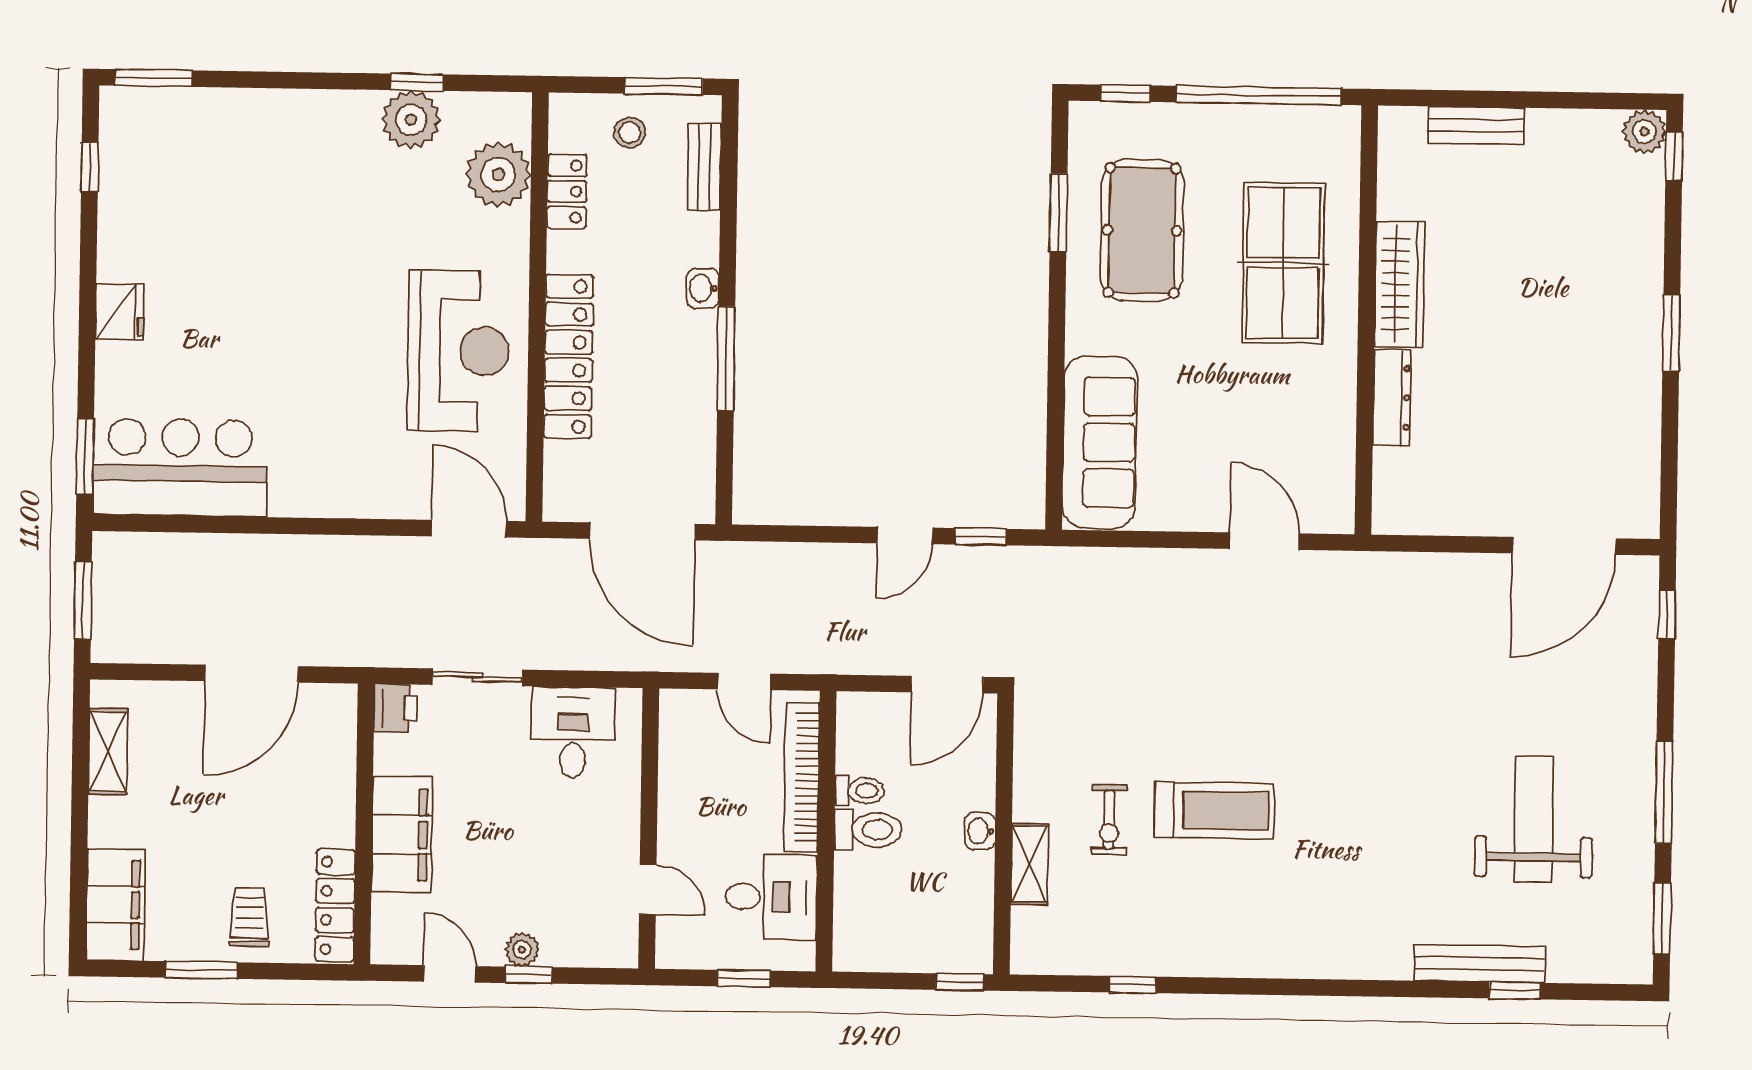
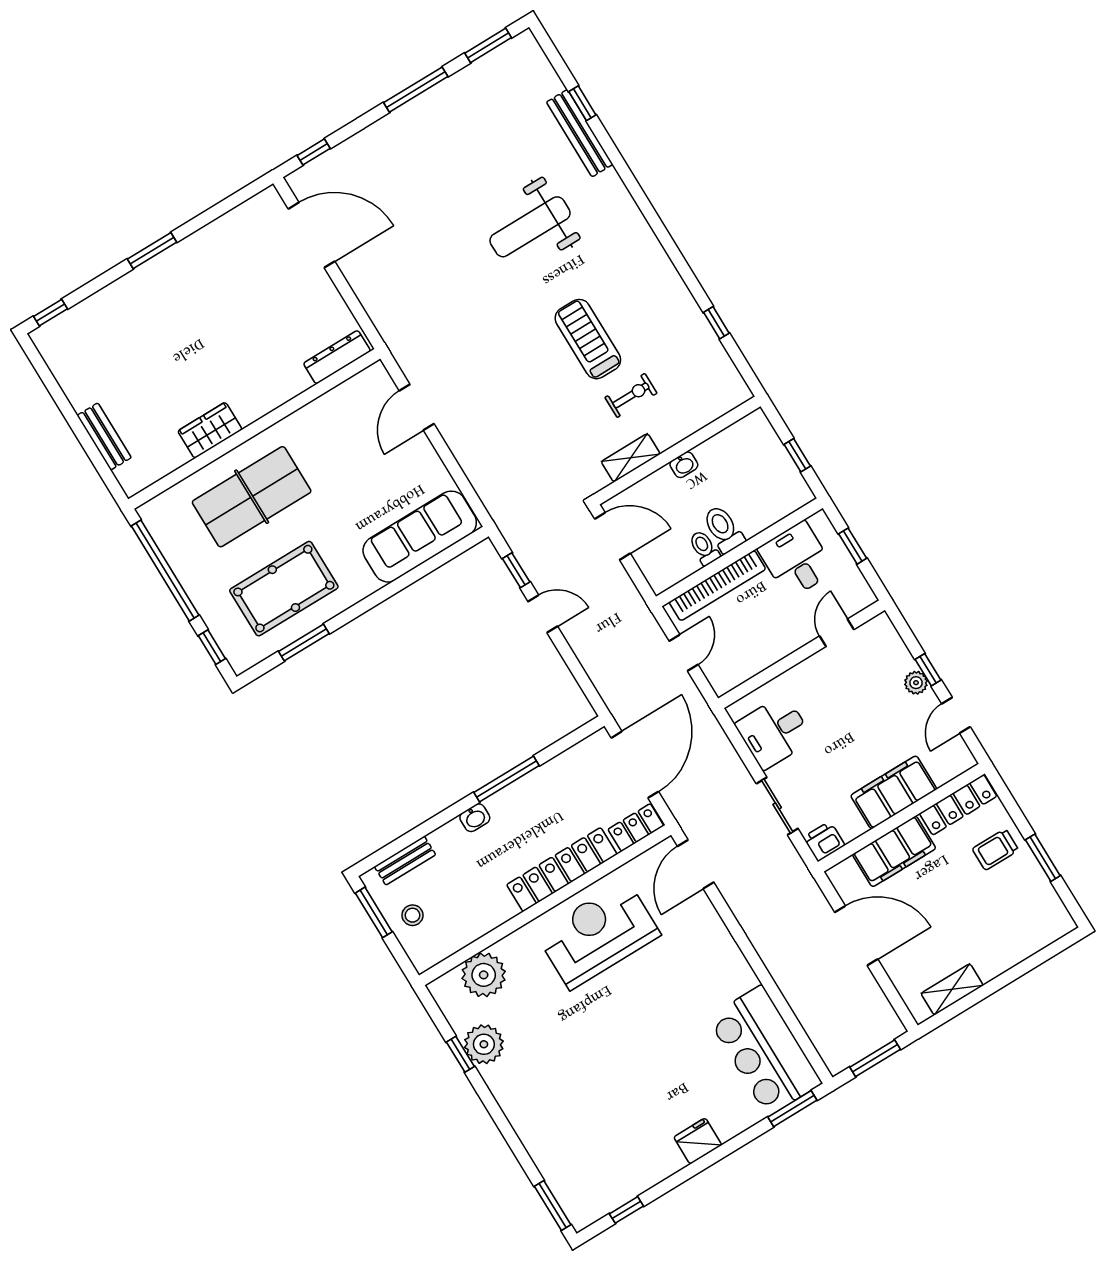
plant: (1644, 132) -> (47, 338), removed
locker: (567, 191) -> (636, 828), moved
wardrobe: (1399, 284) -> (210, 430), width x0.67
dresser: (1392, 398) -> (337, 357), moved
weight bench: (1534, 819) -> (530, 227), moved
shelving: (1029, 864) -> (631, 458), moved
filing cabinet: (115, 905) -> (894, 851), moved, turned 180
window: (960, 982) -> (797, 455), moved

